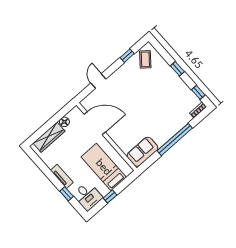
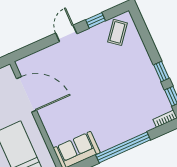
window: (177, 69) -> (161, 72), moved
door: (98, 81) -> (66, 33), moved

